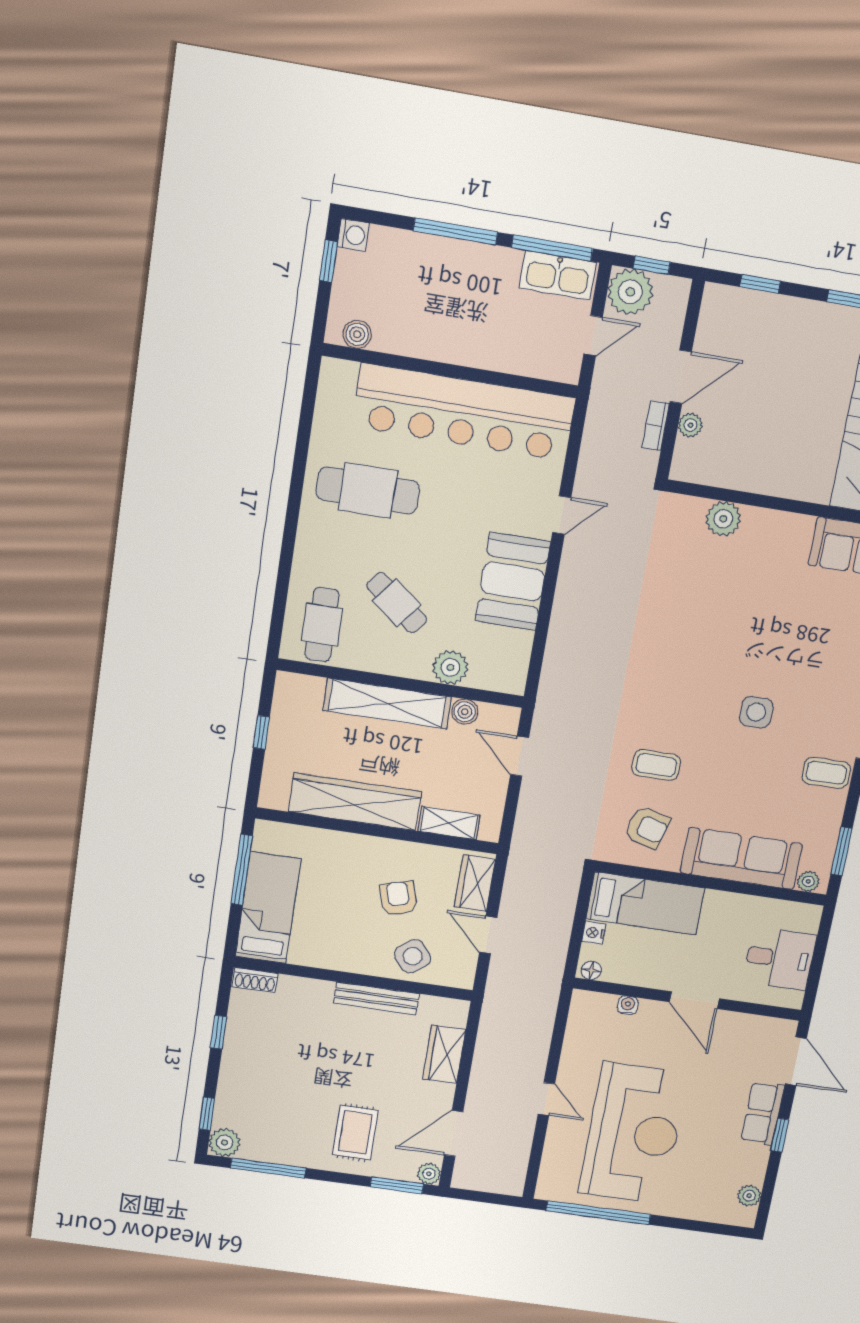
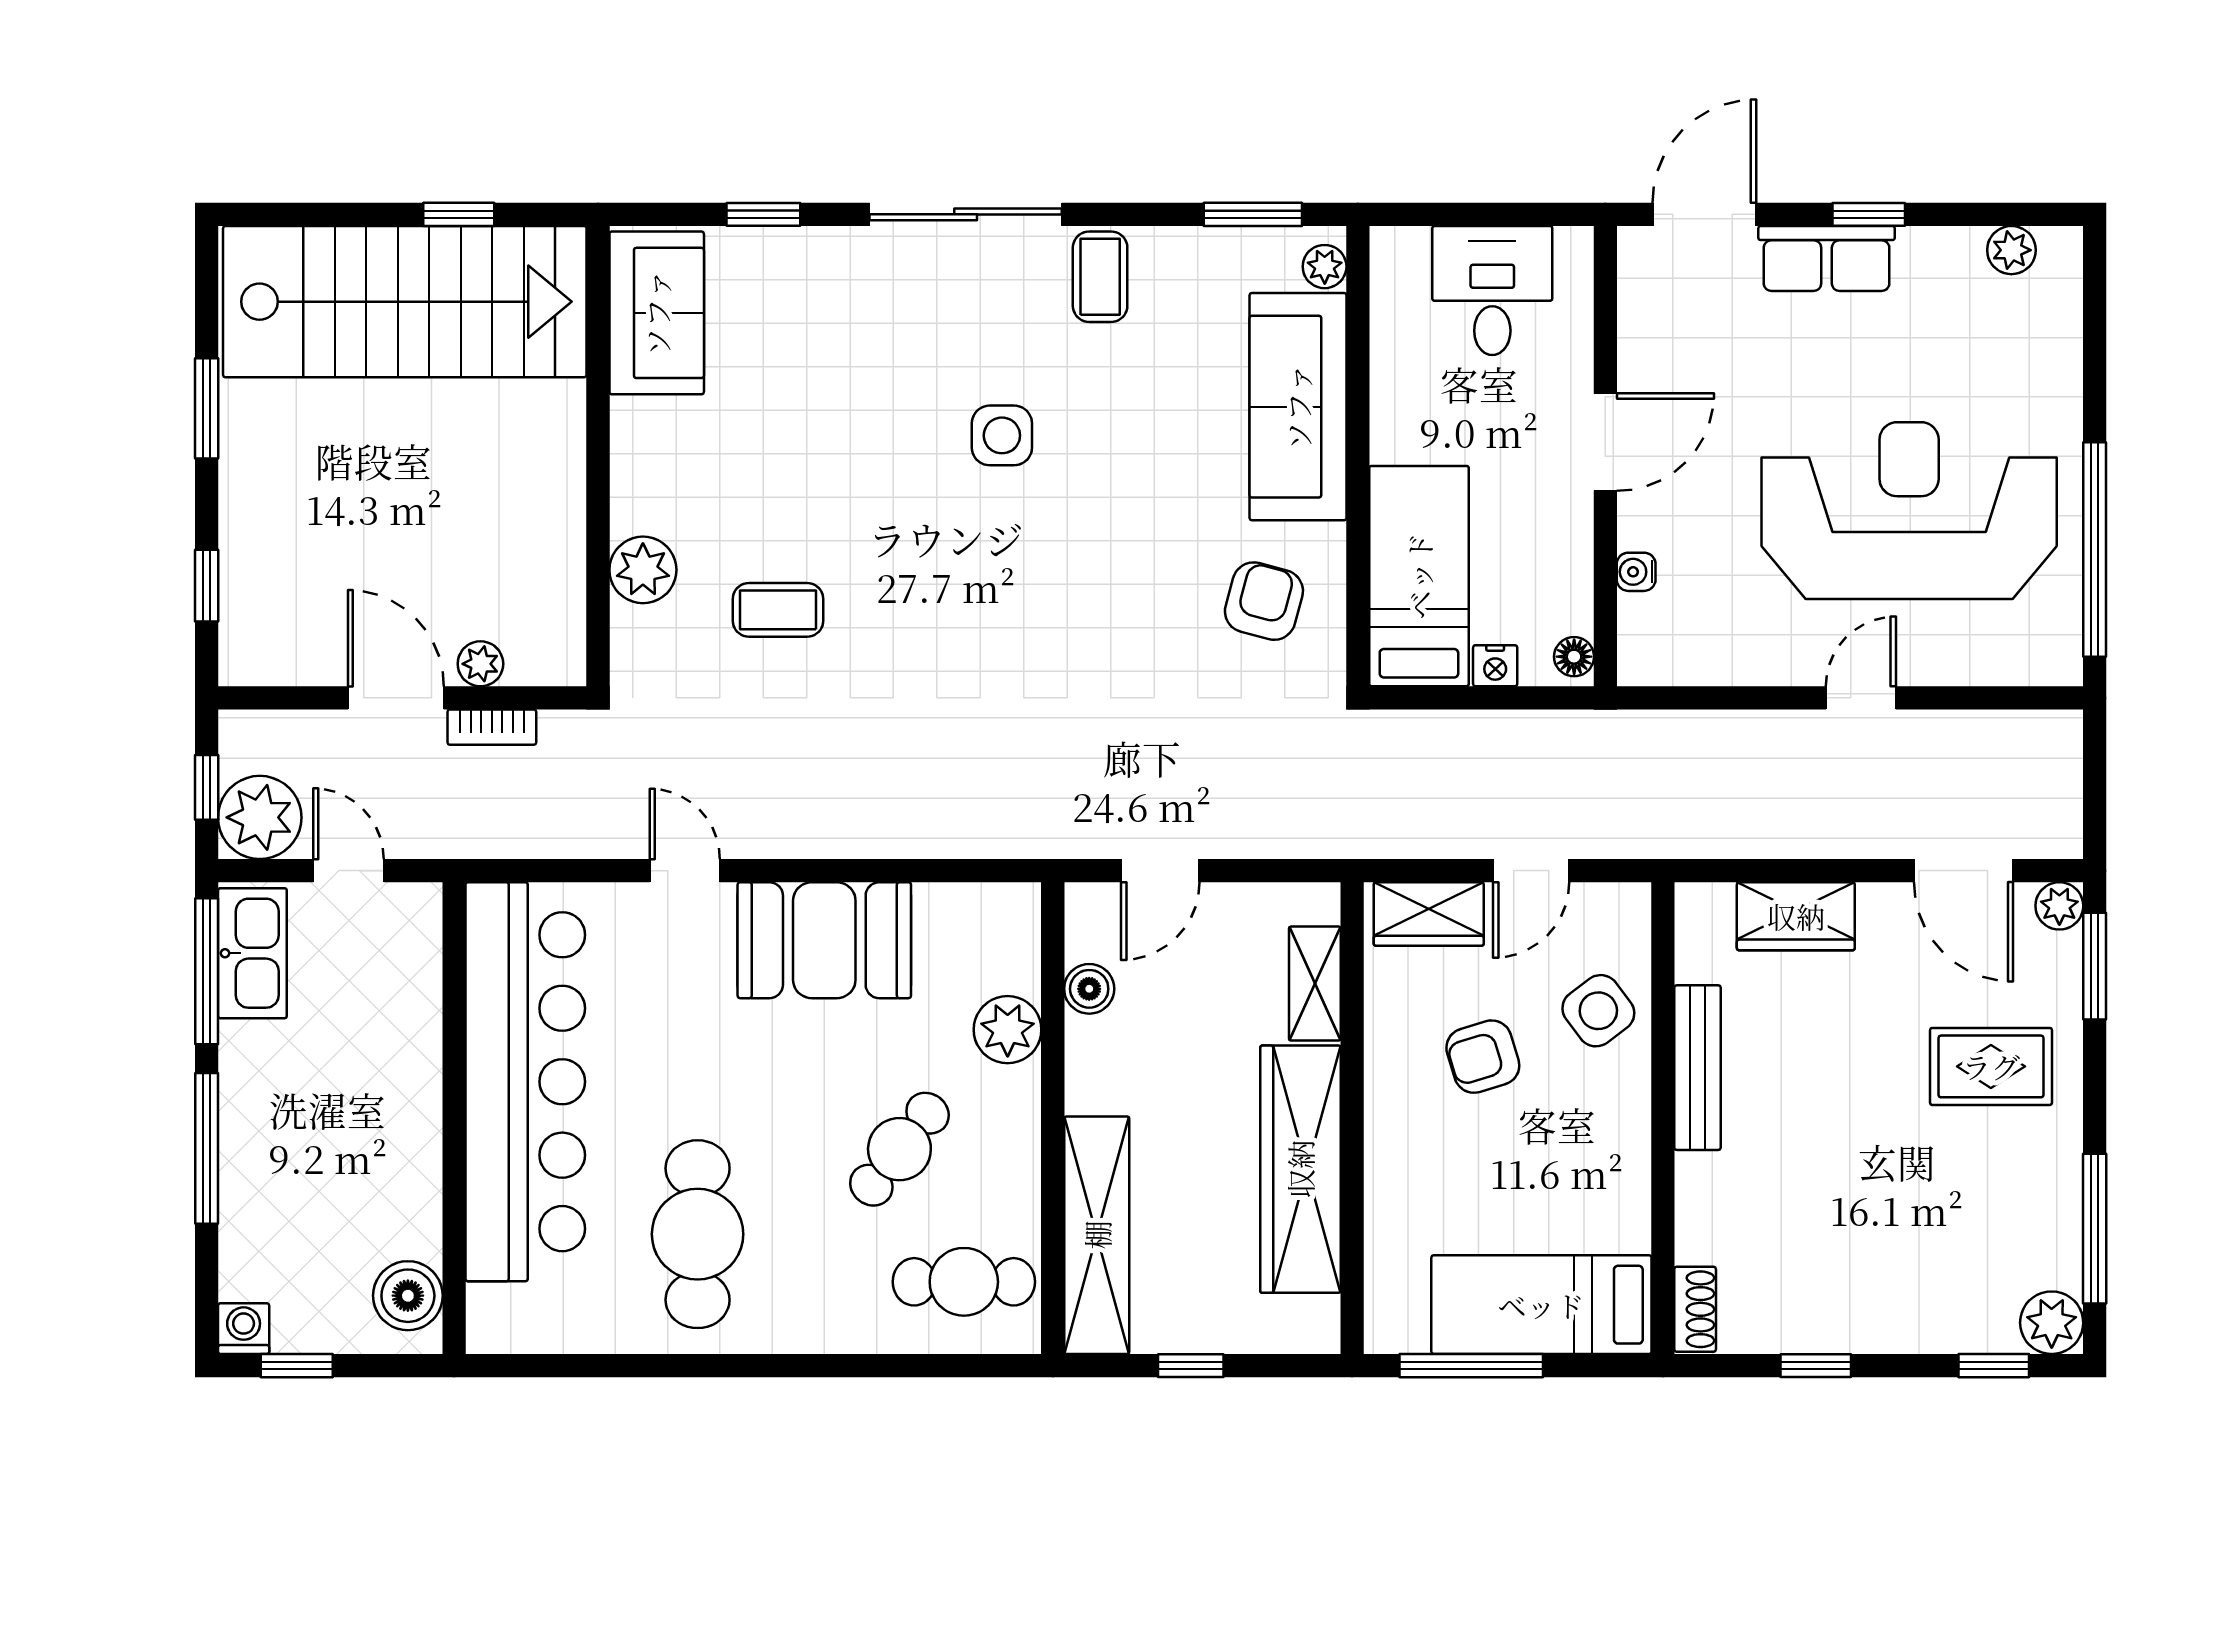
boiler: (357, 334) -> (408, 1296), width x1.36, depth x1.36
shelving: (387, 704) -> (1097, 1235), moved
coffee table: (656, 765) -> (778, 610), moved, turned 90

